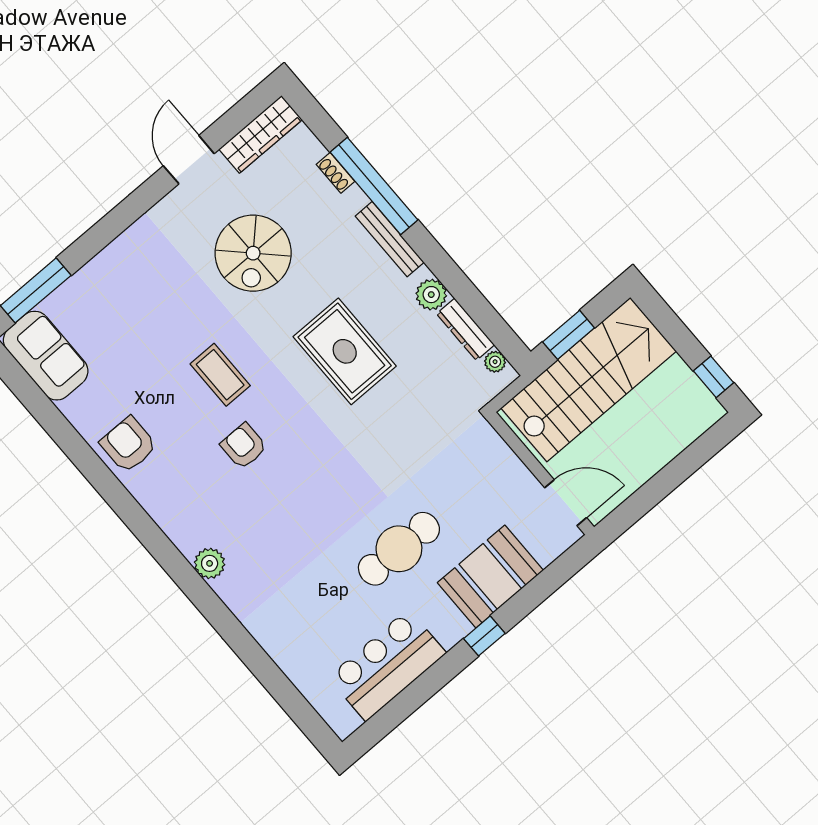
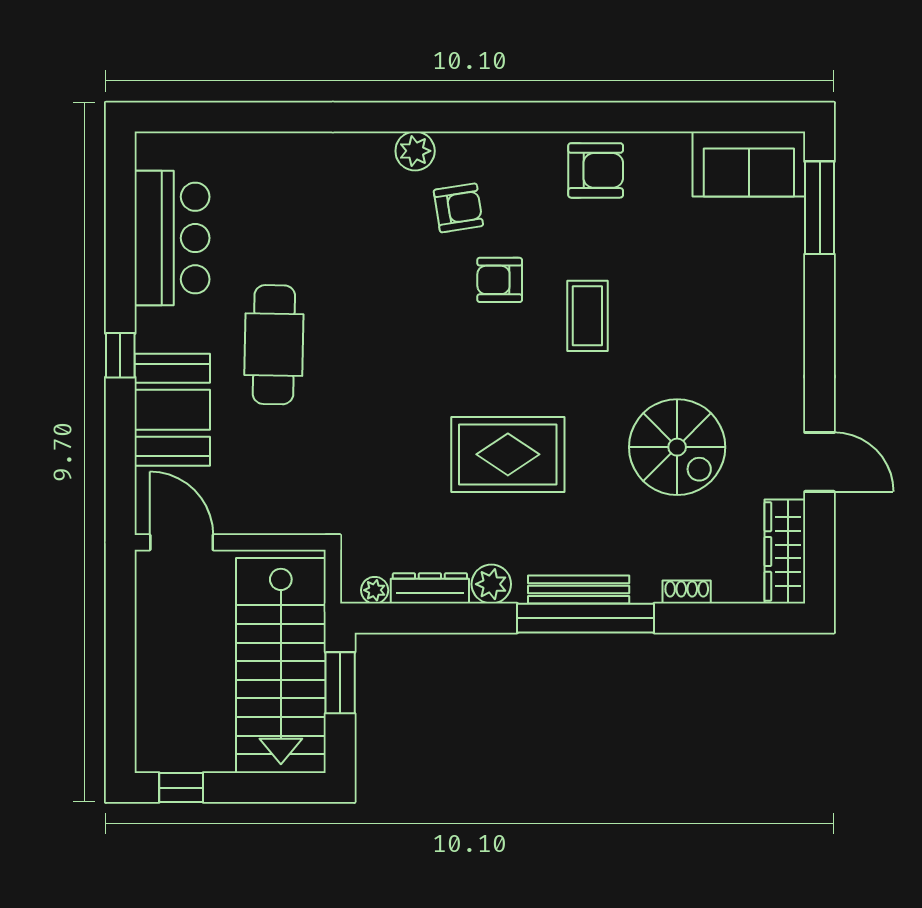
window: (374, 186) -> (586, 618), moved
spiral stairs: (253, 253) -> (677, 447), turned 180
coffee table: (220, 375) -> (587, 316), turned 90
armchair: (244, 446) -> (500, 280), turned 180
door: (566, 503) -> (182, 542), swing flipped
armchair: (222, 508) -> (458, 208), added

